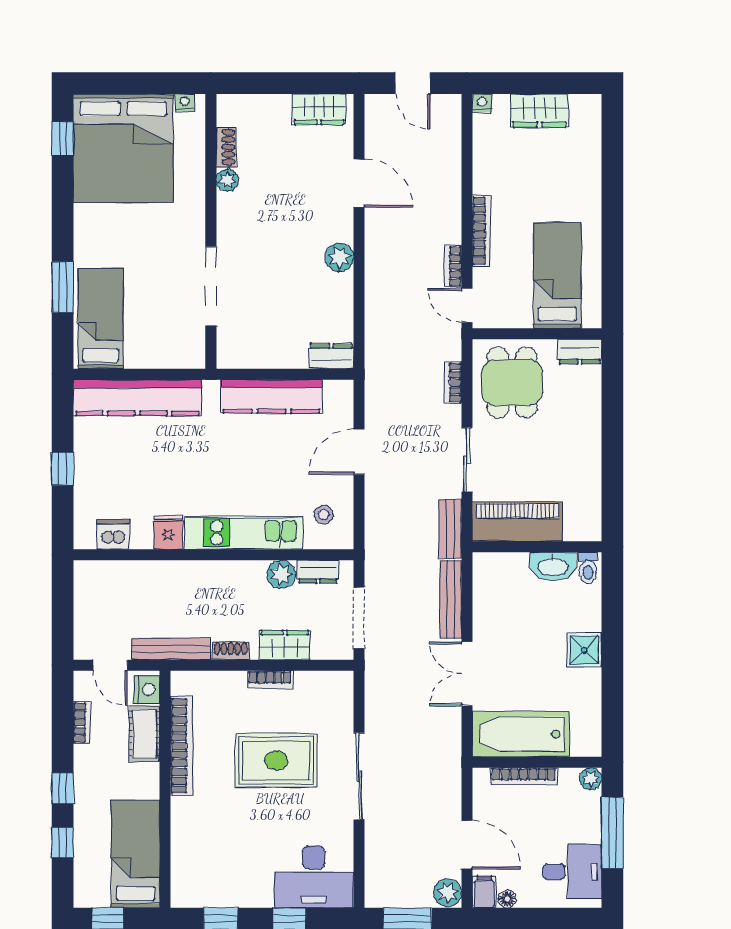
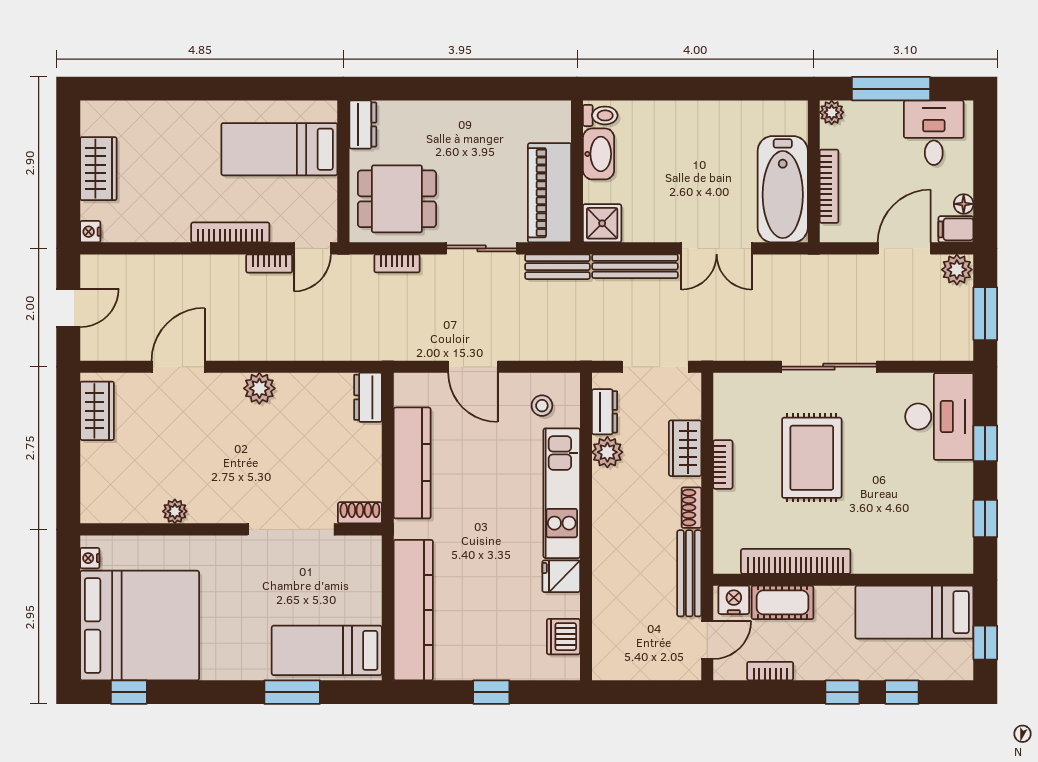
shoe rack: (226, 147) -> (360, 513), moved
shower: (584, 650) -> (602, 223), moved

